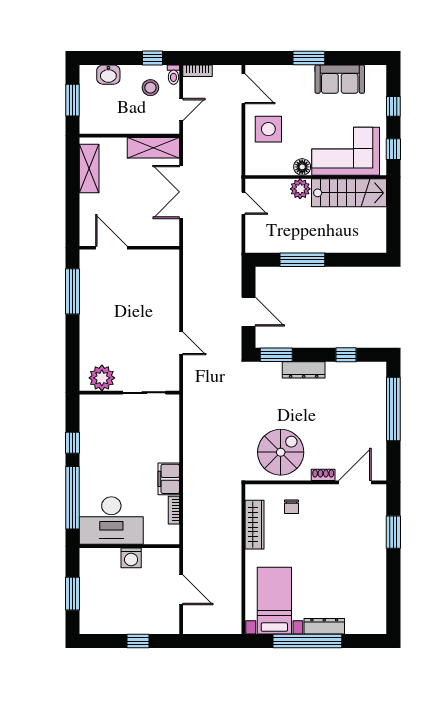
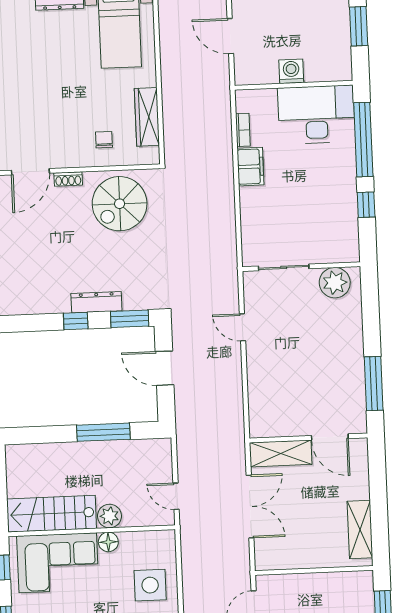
shelving: (153, 148) -> (281, 453), moved
window: (346, 355) -> (76, 321), moved

